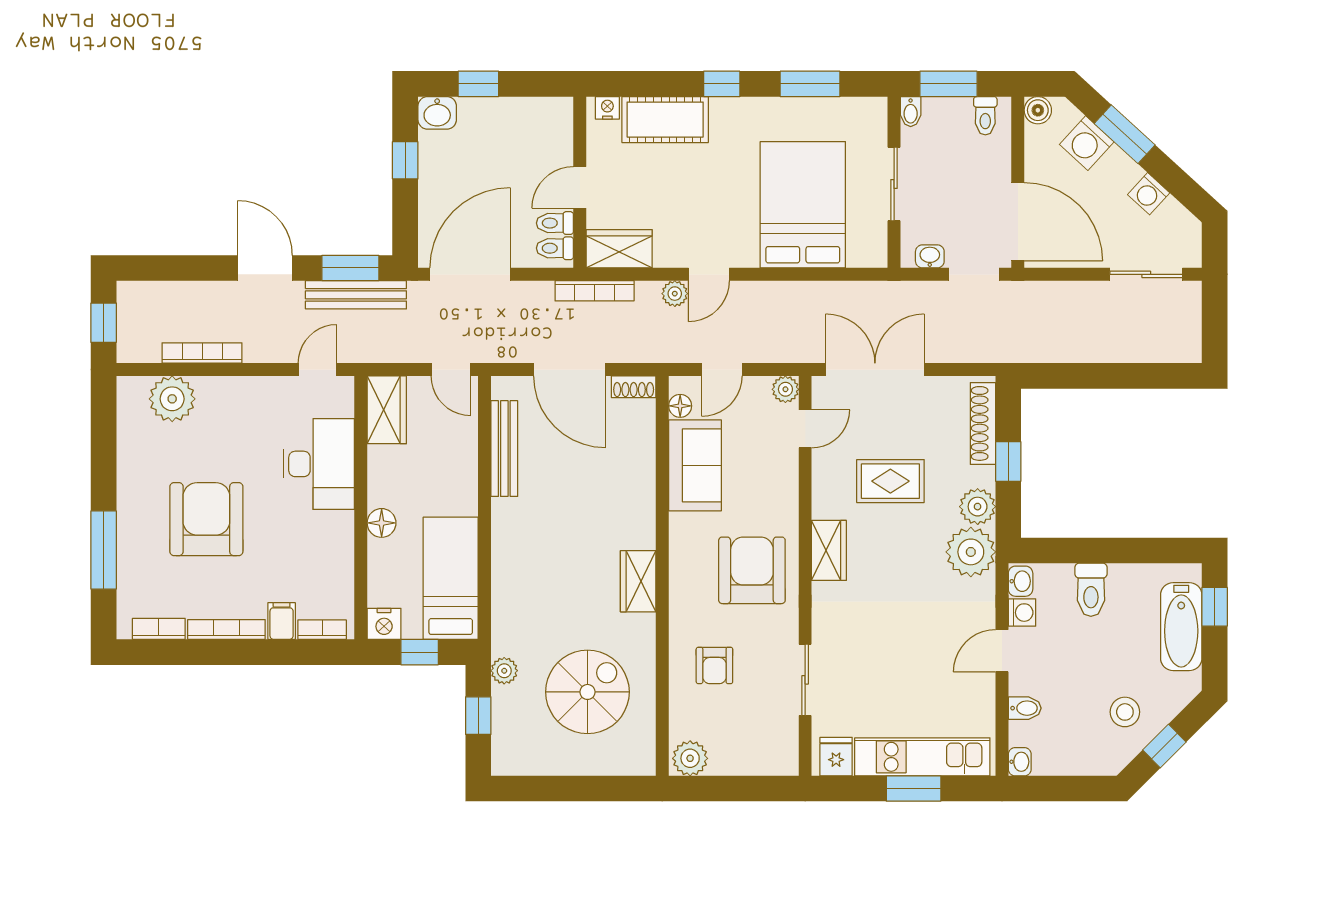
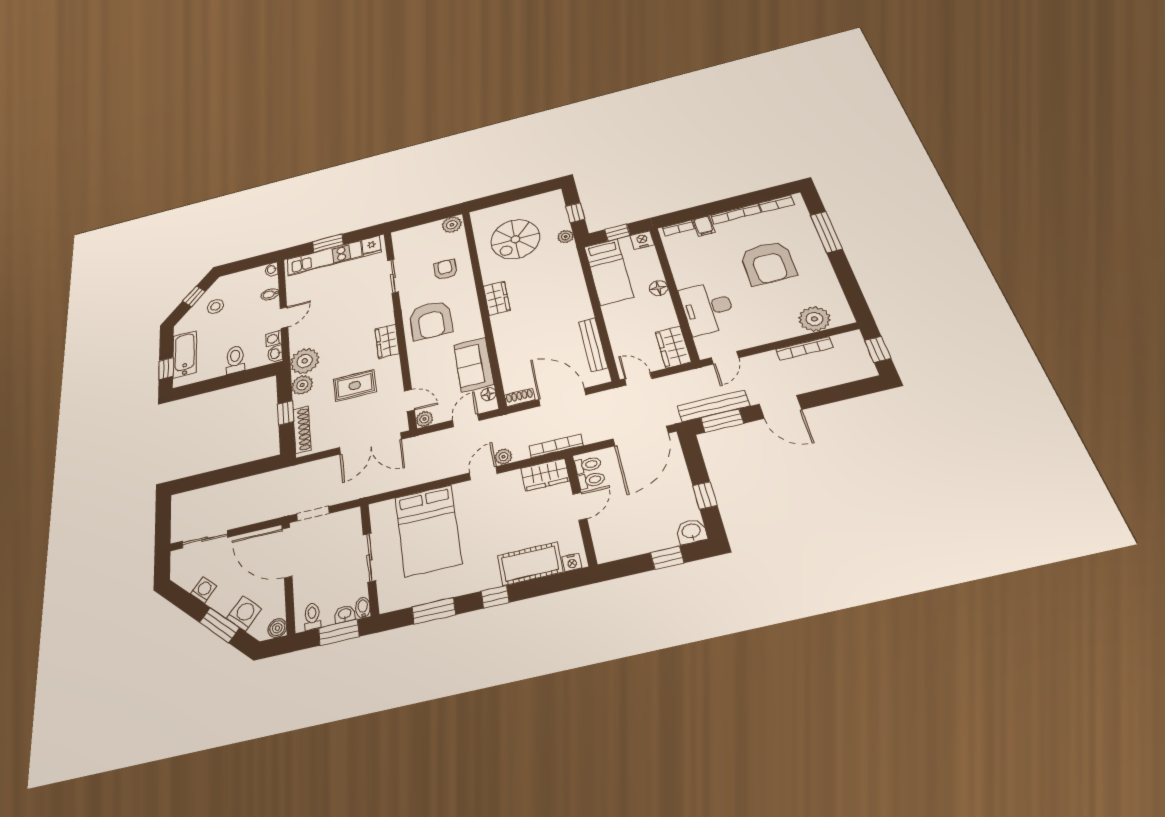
washbasin: (930, 256) -> (345, 614), moved, turned 180
door: (805, 429) -> (409, 400), swing flipped

